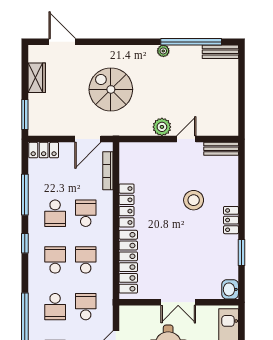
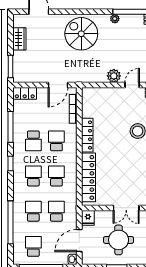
spiral stairs: (111, 89) -> (81, 34), moved
school desk: (55, 307) -> (33, 211), turned 180
fridge: (127, 315) -> (88, 218), added

